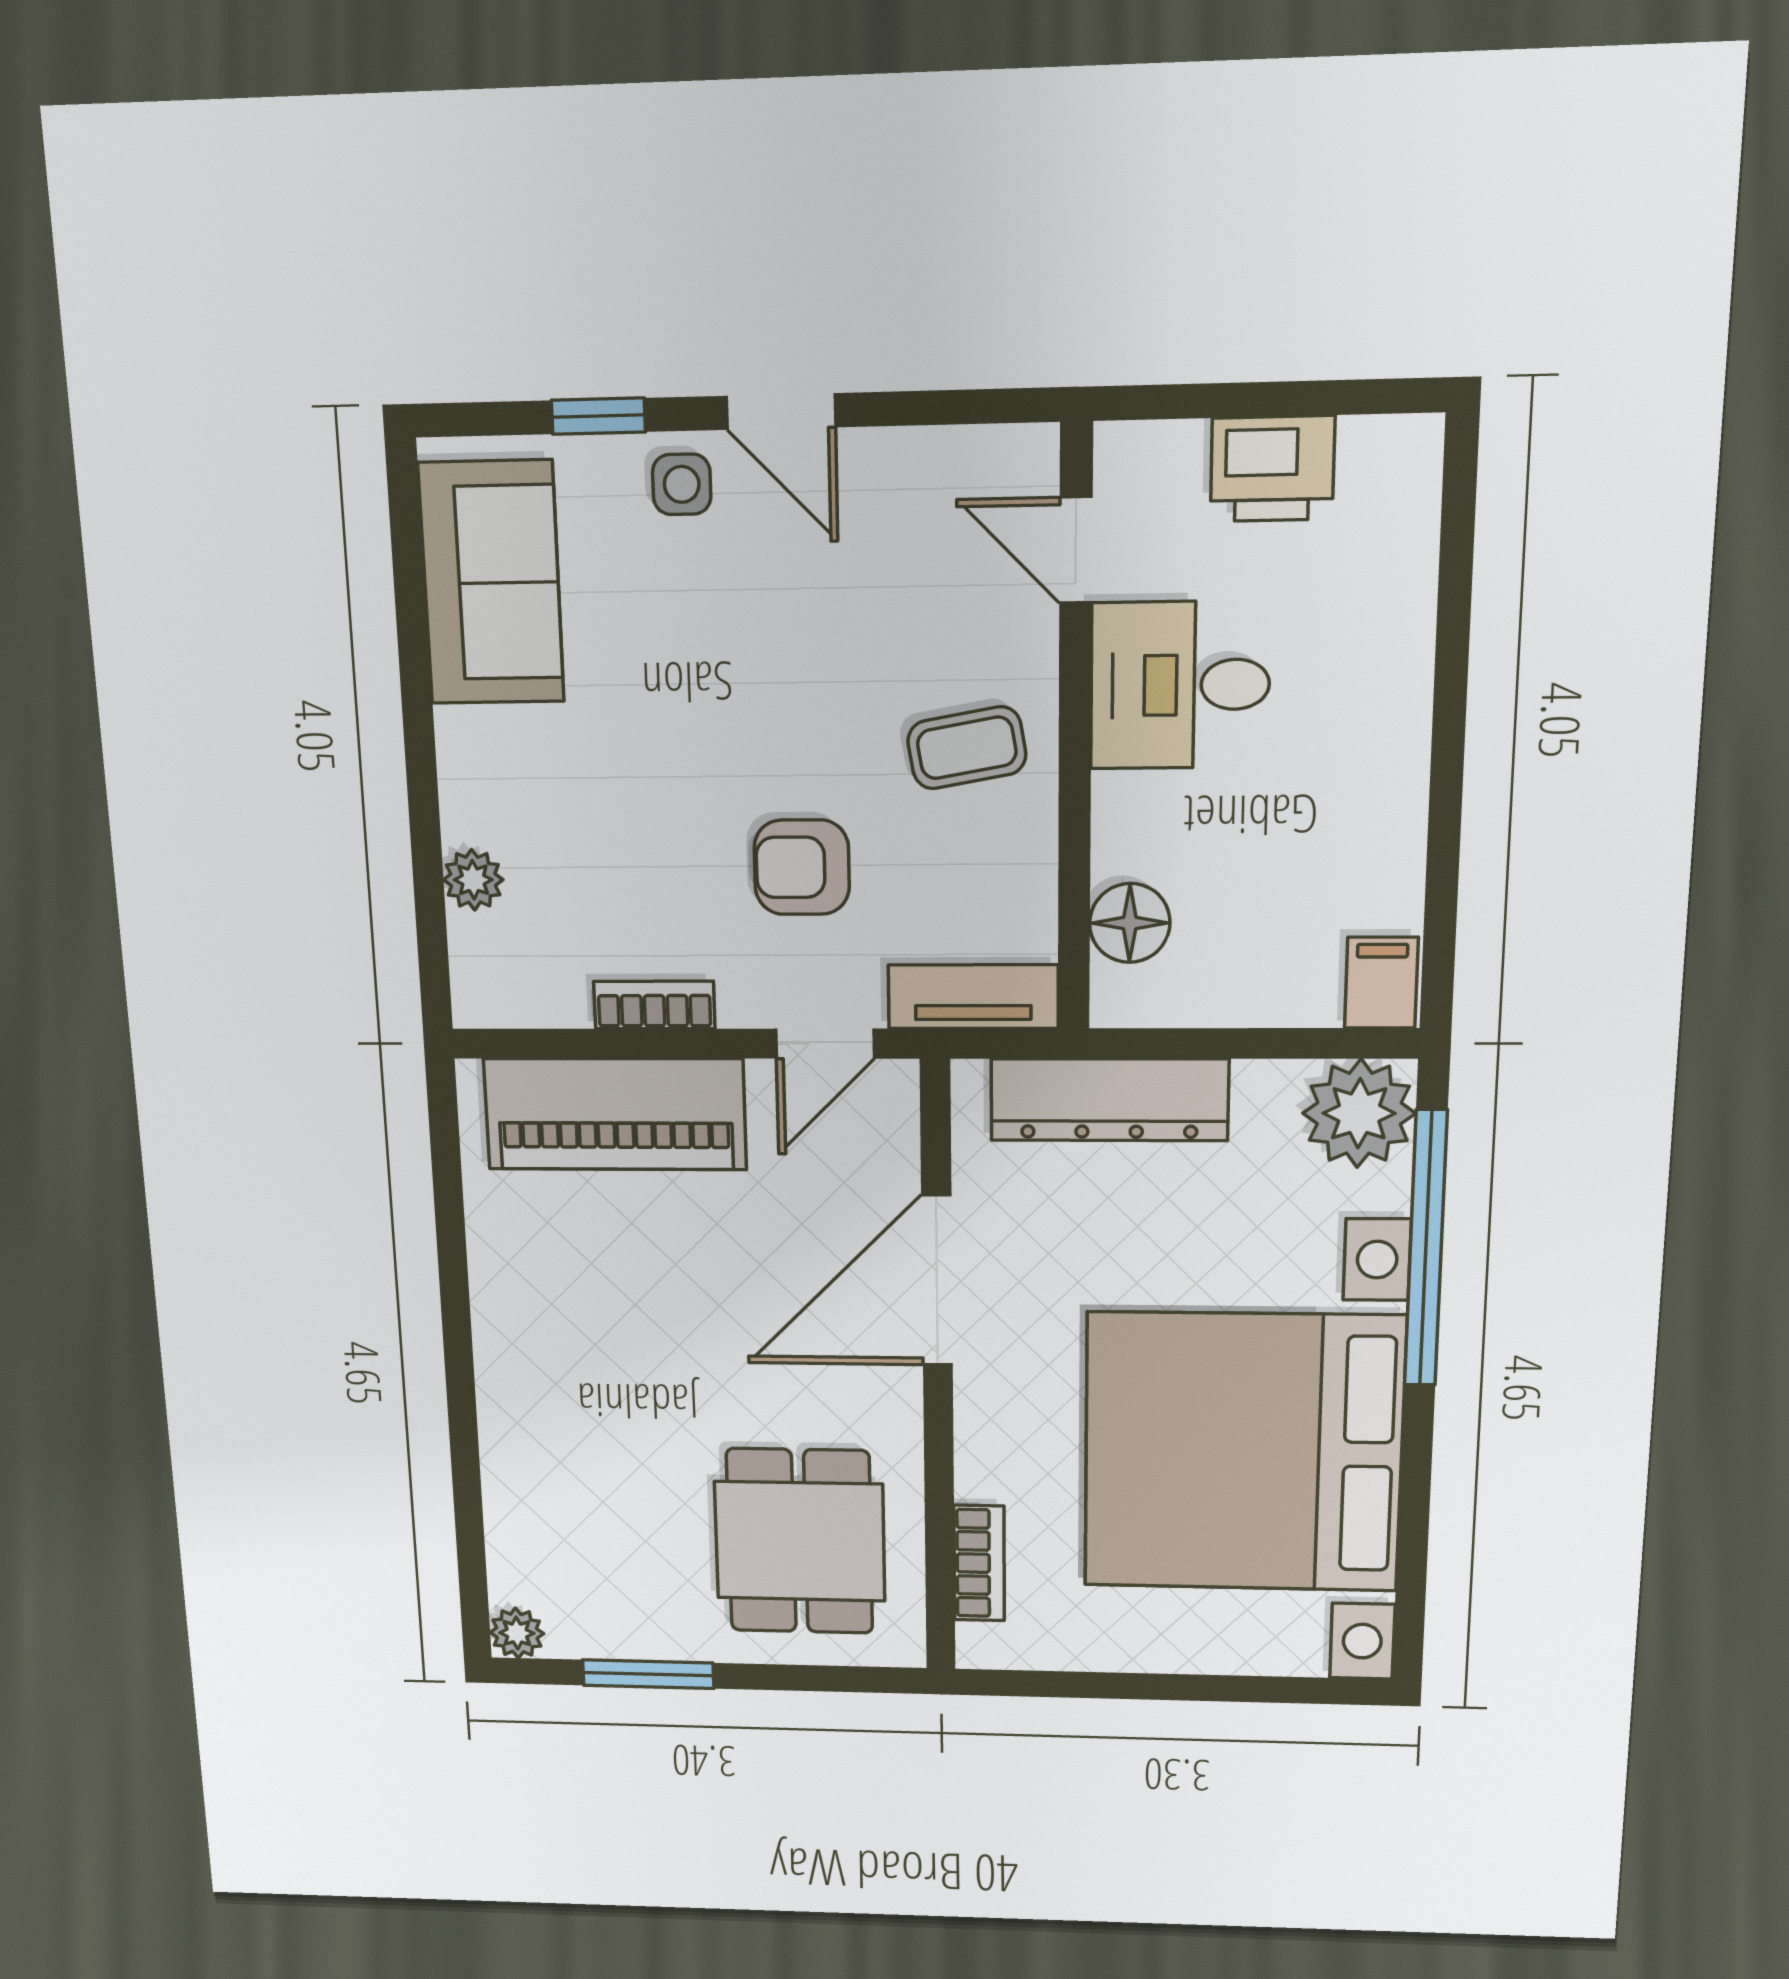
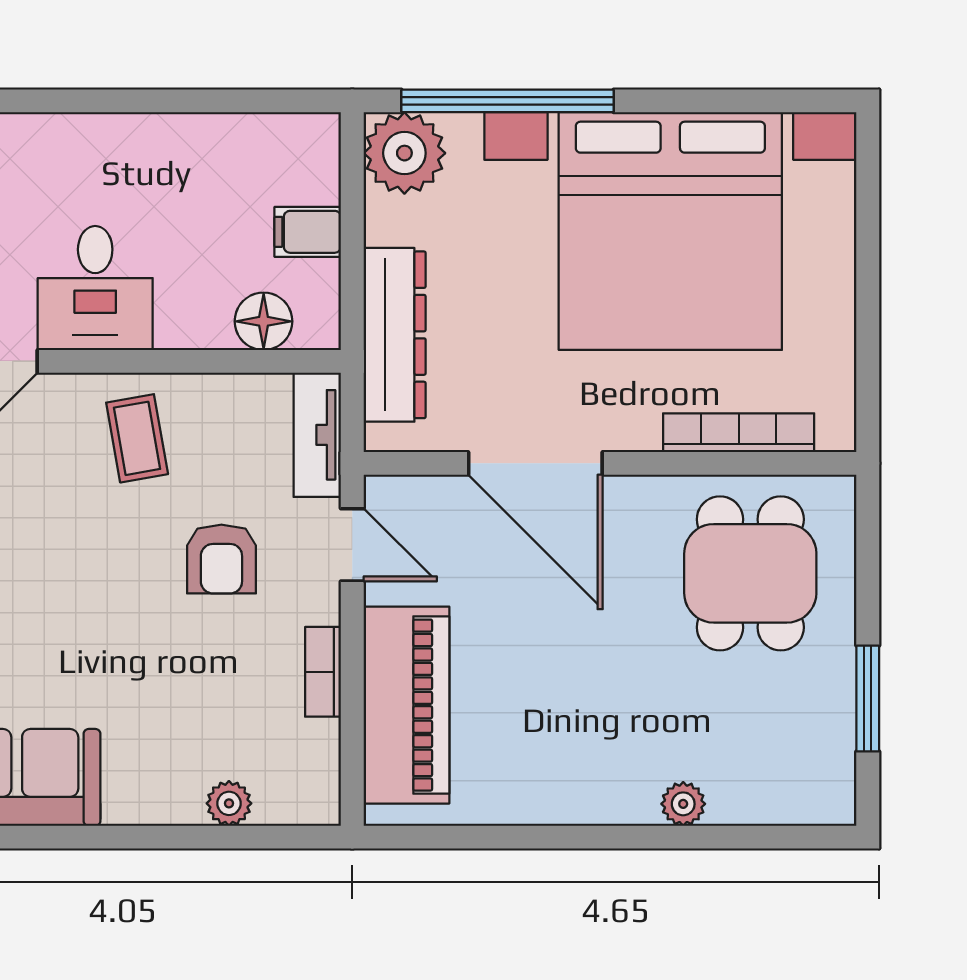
filing cabinet: (1381, 983) -> (308, 232), moved
dining table: (800, 1541) -> (750, 573), turned 90
bookcase: (979, 1563) -> (739, 433), width x1.56
plant: (517, 1633) -> (683, 804), moved

